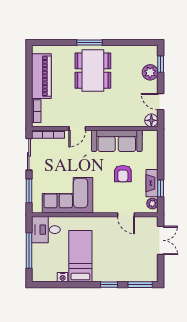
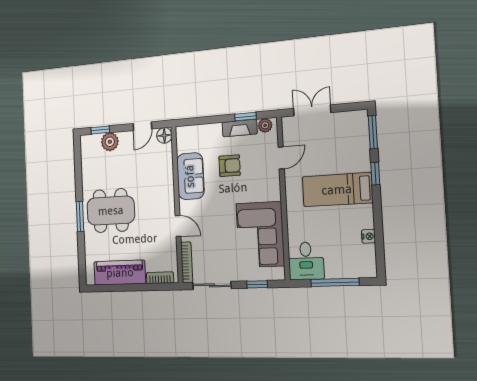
sofa: (117, 141) -> (190, 176), width x0.73
window: (29, 191) -> (257, 284), width x0.67
bed: (80, 256) -> (337, 190), moved

